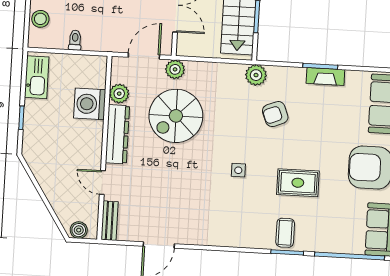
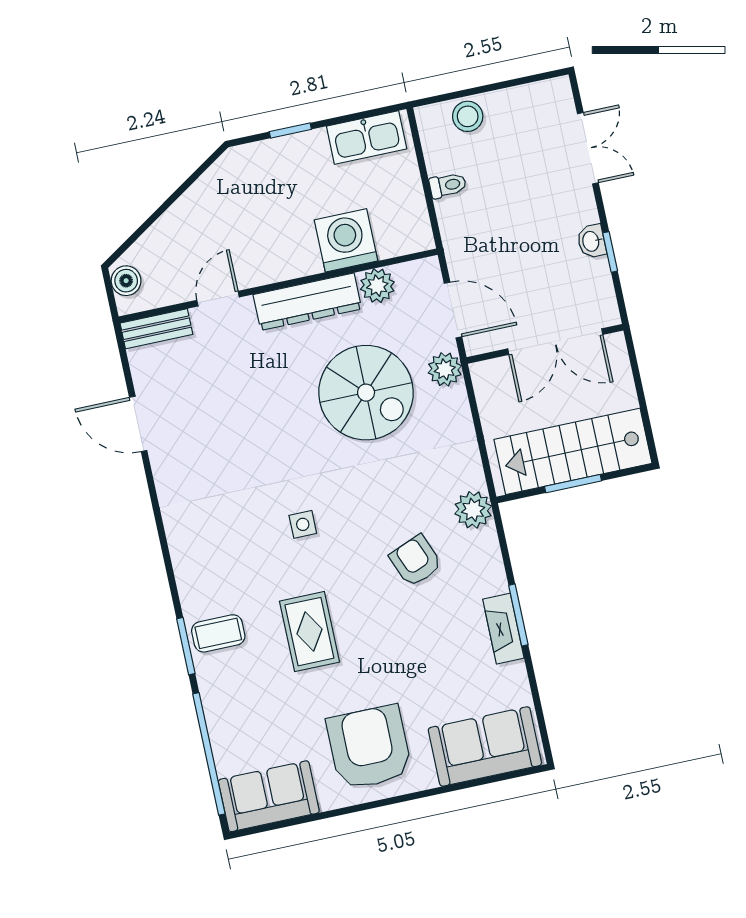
spiral stairs: (176, 116) -> (366, 393), turned 180

